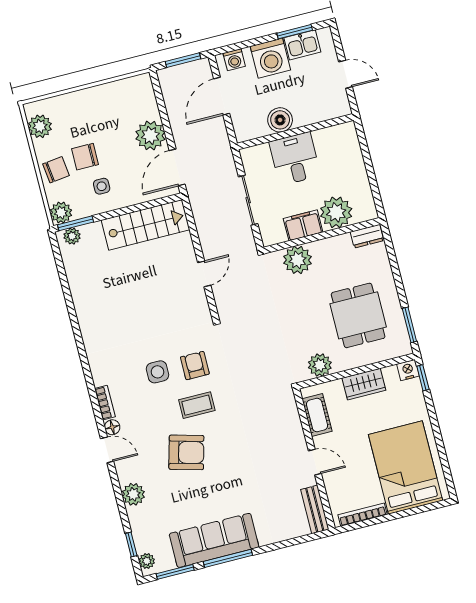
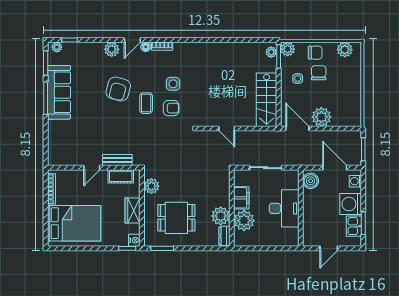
boiler: (280, 120) -> (311, 181), moved
desk: (295, 159) -> (284, 208), width x1.37
chair: (56, 170) -> (315, 53), turned -83
plant: (298, 260) -> (221, 216), moved
plant: (133, 494) -> (112, 49), moved
bench: (315, 509) -> (117, 160), moved

